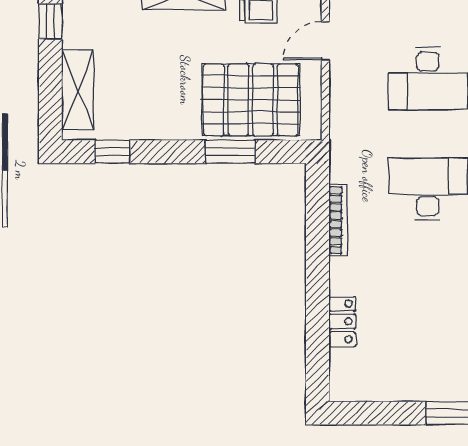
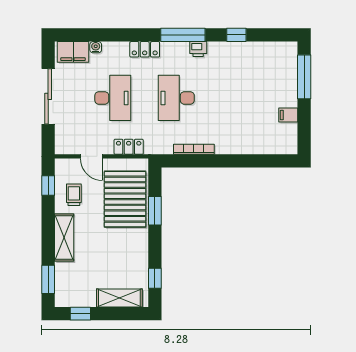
locker: (342, 322) -> (129, 147), moved
filing cabinet: (398, 385) -> (288, 115), added

